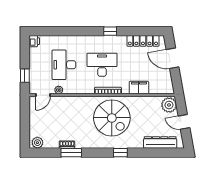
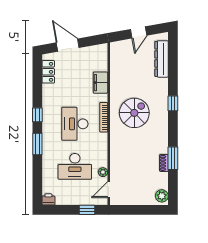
window: (84, 31) -> (37, 144), added
locker: (143, 41) -> (48, 72), width x0.66
door: (173, 58) -> (68, 45), swing flipped
door: (43, 95) -> (109, 190), swing flipped
plant: (169, 105) -> (120, 49), removed
spiral stairs: (112, 118) -> (134, 113), width x0.73, depth x0.73

